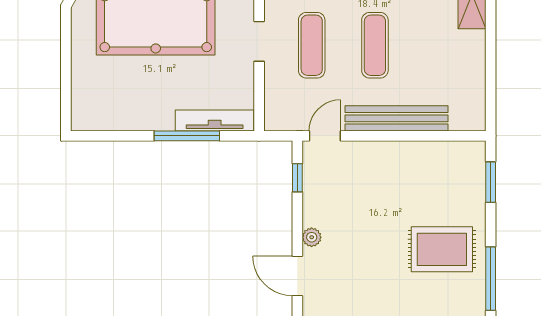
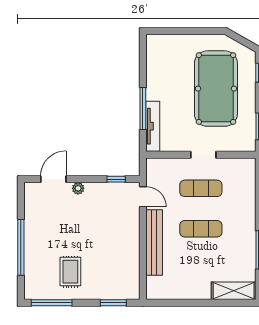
rug: (442, 249) -> (70, 272), width x0.73, depth x0.70

